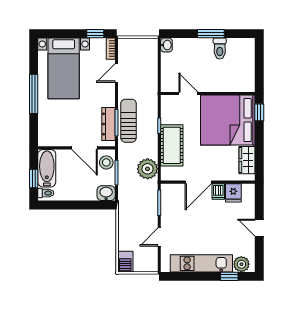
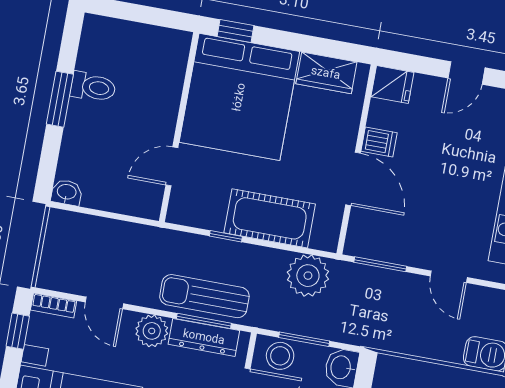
plant: (107, 98) -> (152, 331), added
fridge: (233, 193) -> (392, 85), moved

